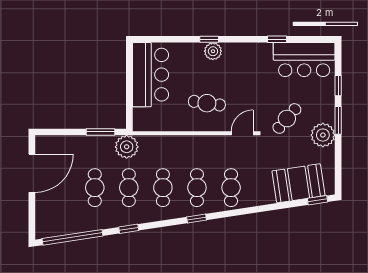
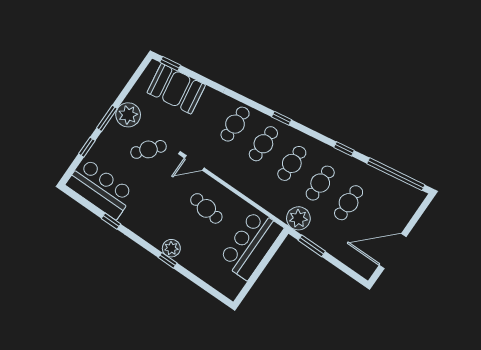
bar counter: (150, 75) -> (251, 244), moved

